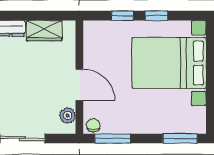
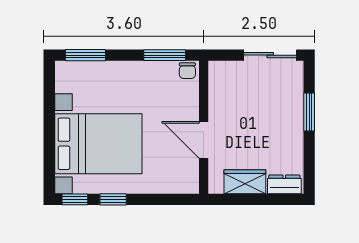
window: (122, 16) -> (75, 199), moved
door: (79, 85) -> (204, 140), moved
plant: (68, 116) -> (217, 82), removed

